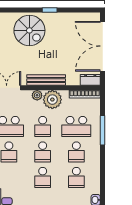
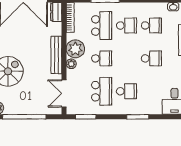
school desk: (43, 152) -> (126, 58), removed

